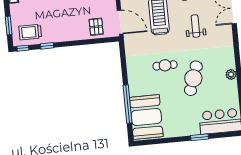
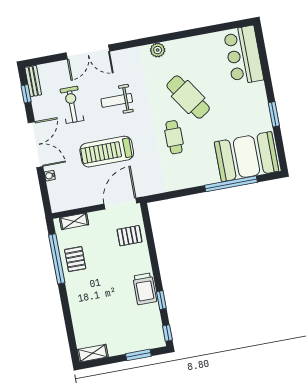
trolley: (30, 32) -> (145, 289), moved
plant: (231, 74) -> (158, 50), moved
cafe table: (193, 78) -> (188, 97), turned 37
window: (199, 137) -> (274, 114), moved

